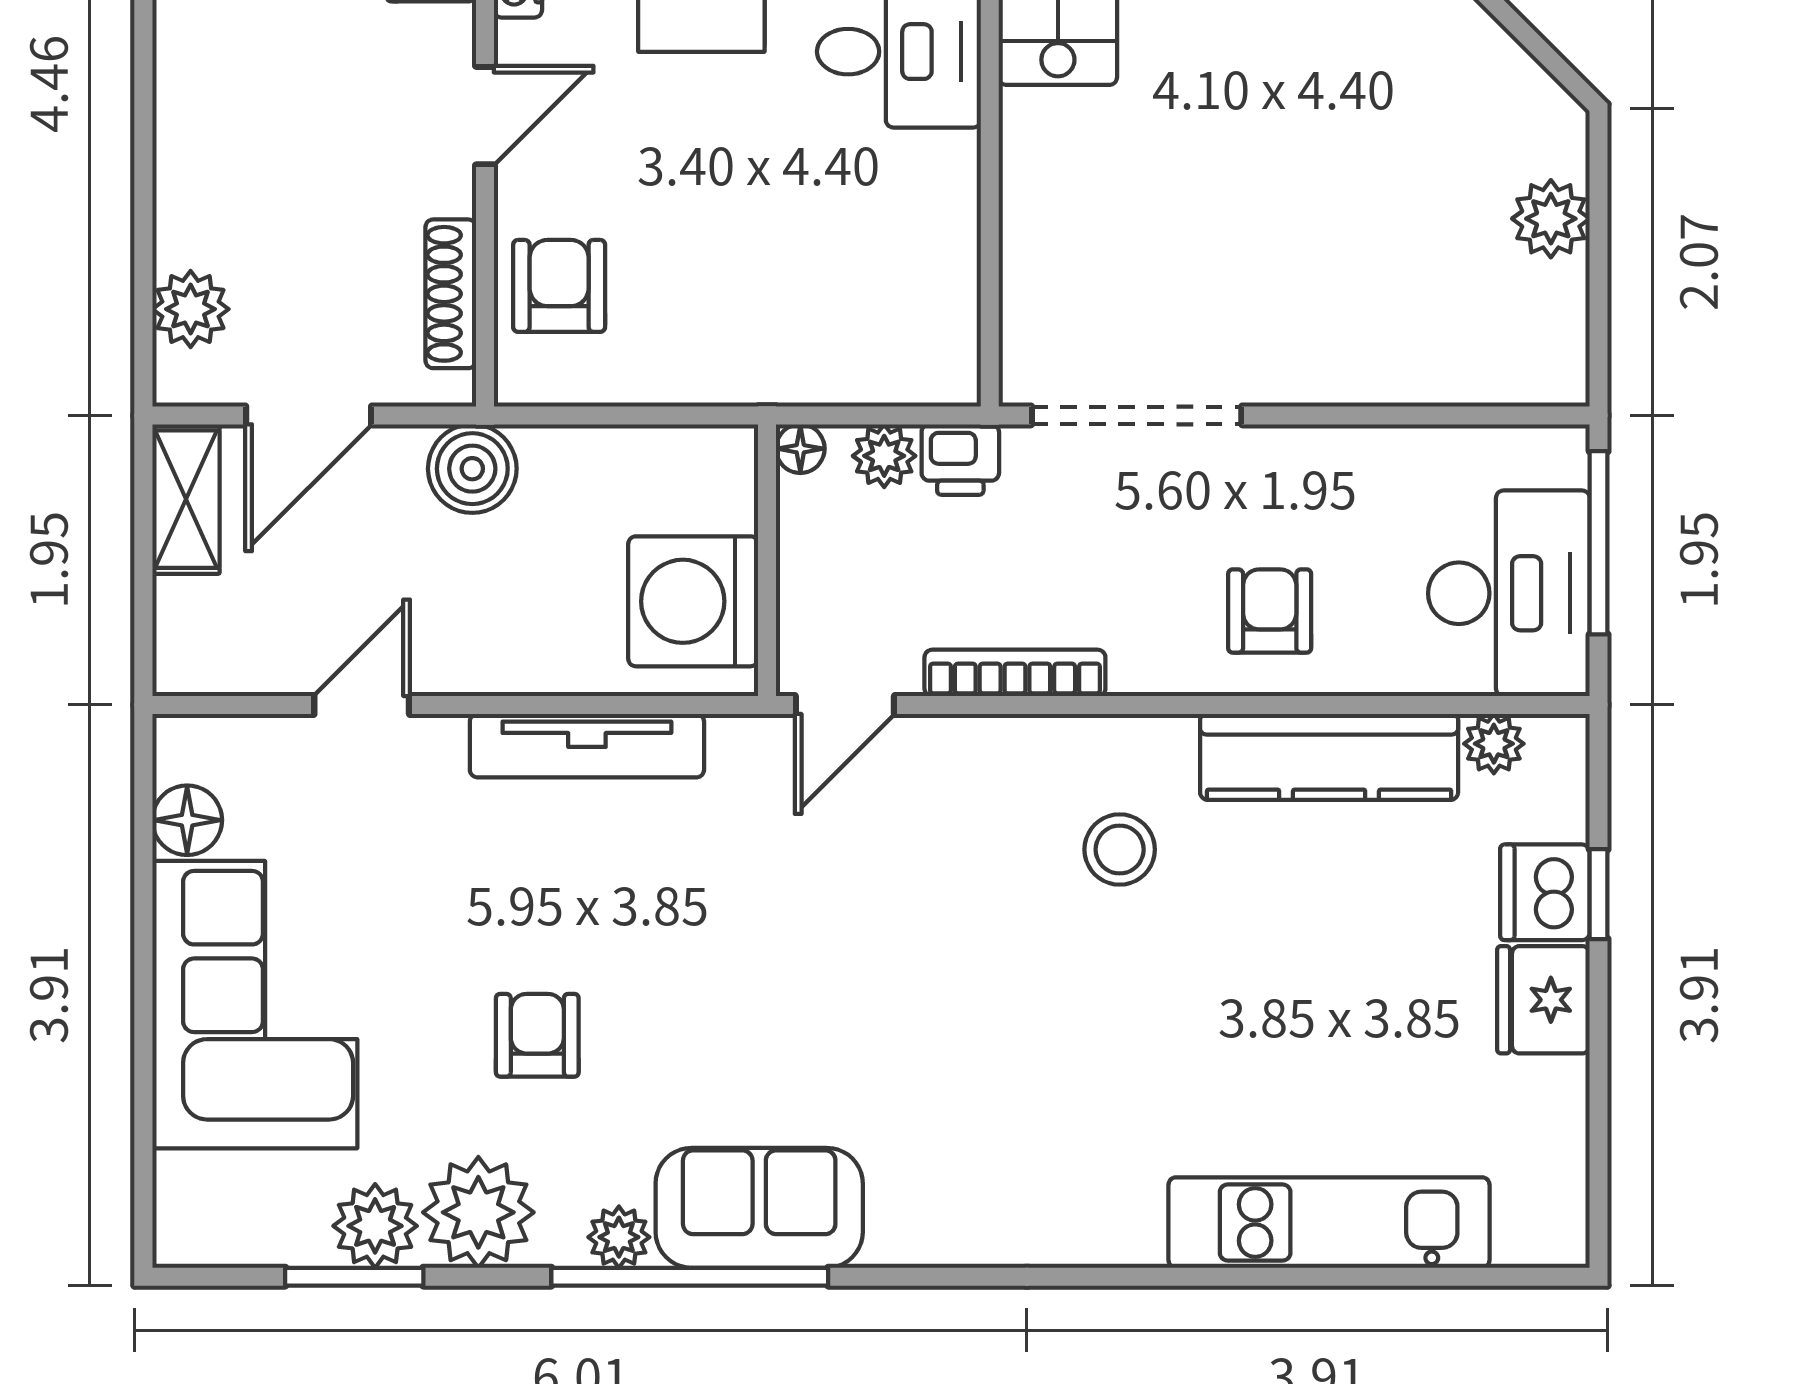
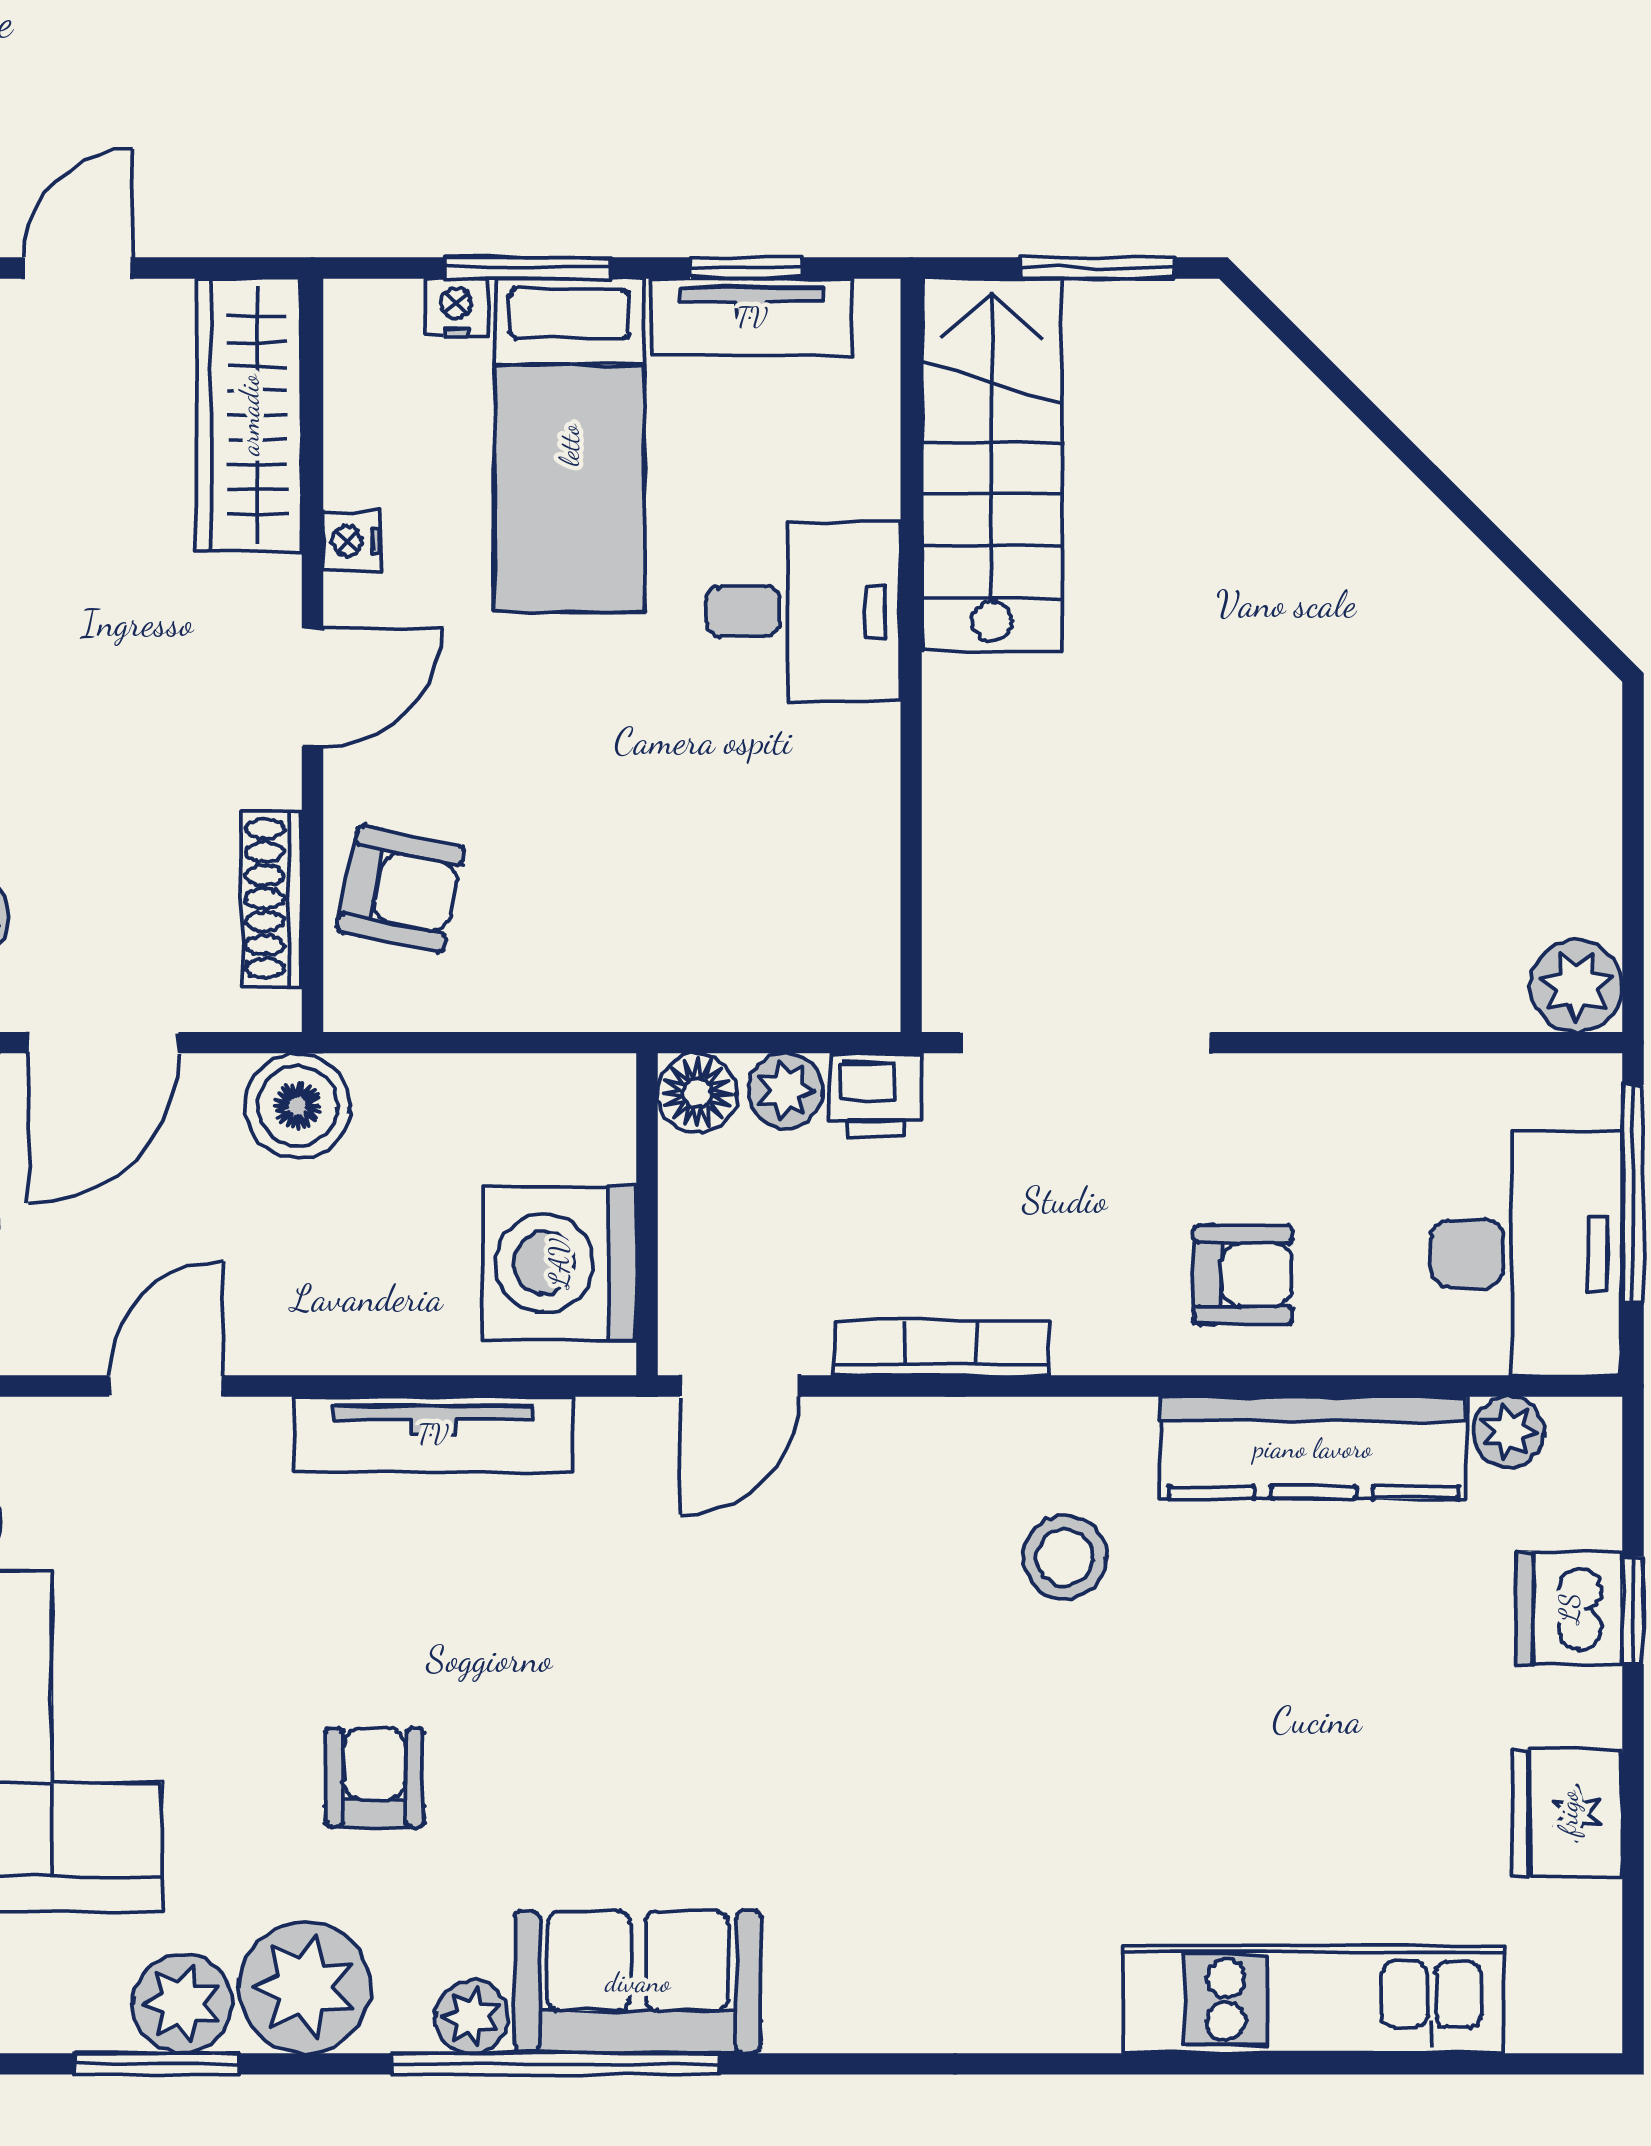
plant: (1551, 219) -> (1576, 986), moved
armchair: (559, 286) -> (400, 889), turned 102
floor lamp: (800, 449) -> (697, 1093), width x1.37, depth x1.37
armchair: (1270, 611) -> (1243, 1275), turned 90
fridge: (1543, 1000) -> (1568, 1813), moved

